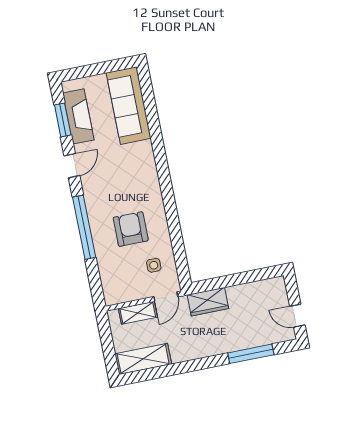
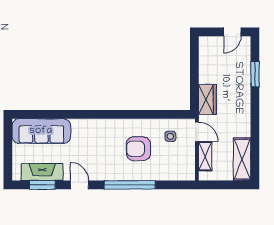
window: (251, 354) -> (255, 74), width x0.69

